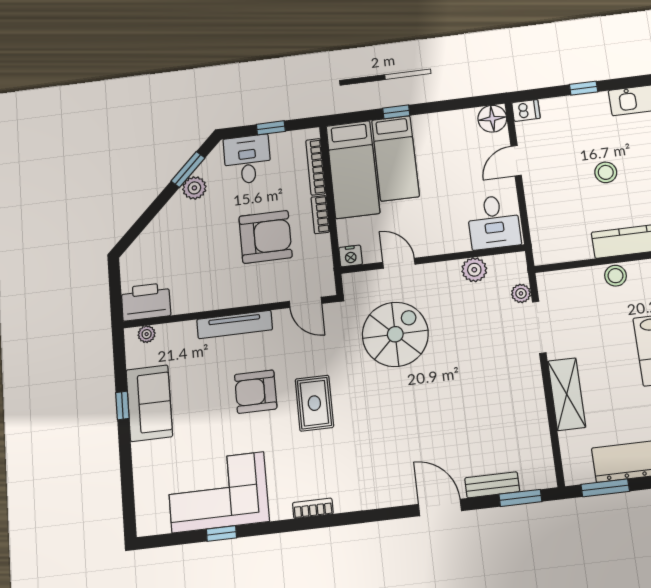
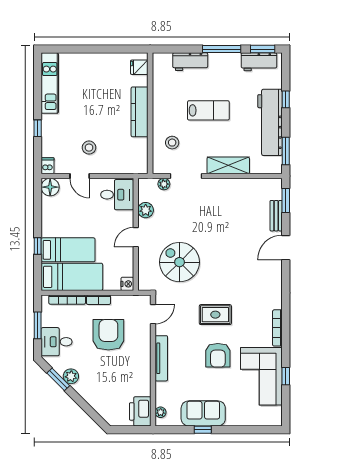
window: (271, 128) -> (38, 325), width x1.50
stool: (606, 172) -> (89, 148), moved
door: (399, 263) -> (136, 237), moved
stool: (615, 276) -> (172, 143), moved
armchair: (256, 392) -> (218, 355), moved
bookcase: (313, 508) -> (277, 328), width x1.56

